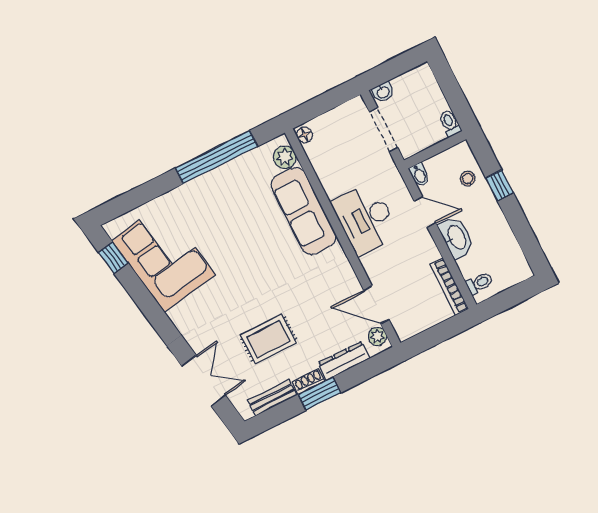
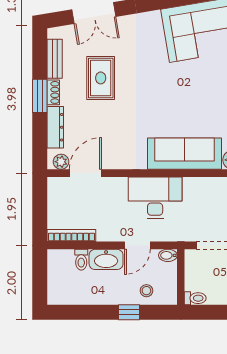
toilet: (479, 283) -> (81, 260), moved

